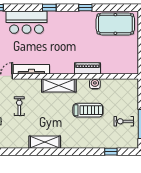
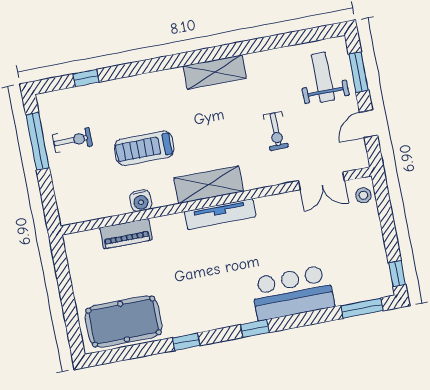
piano: (87, 68) -> (126, 234), moved
tv unit: (31, 69) -> (220, 214), moved

